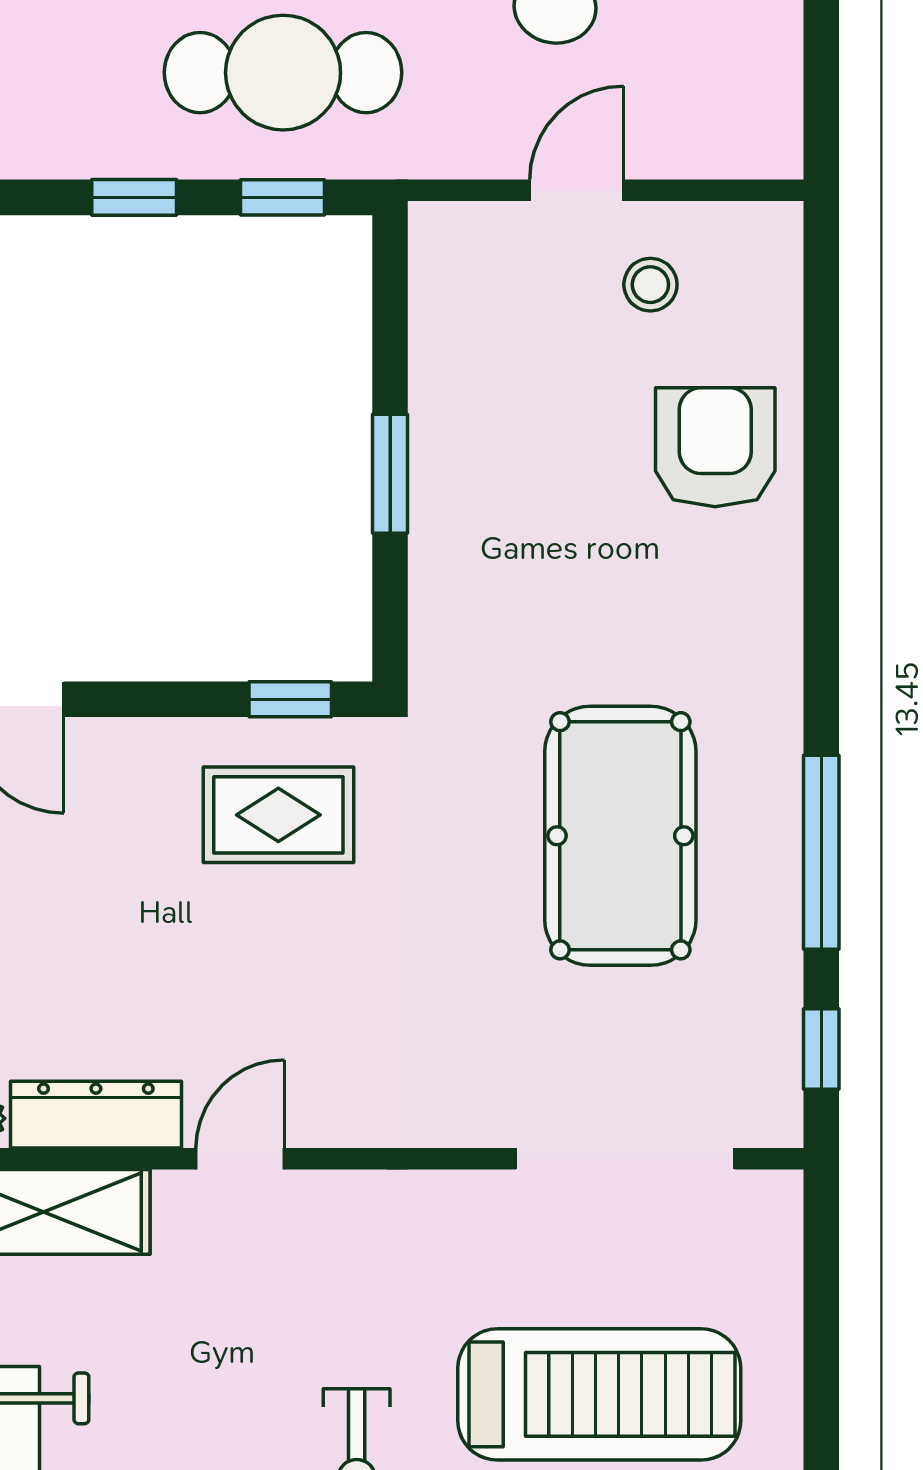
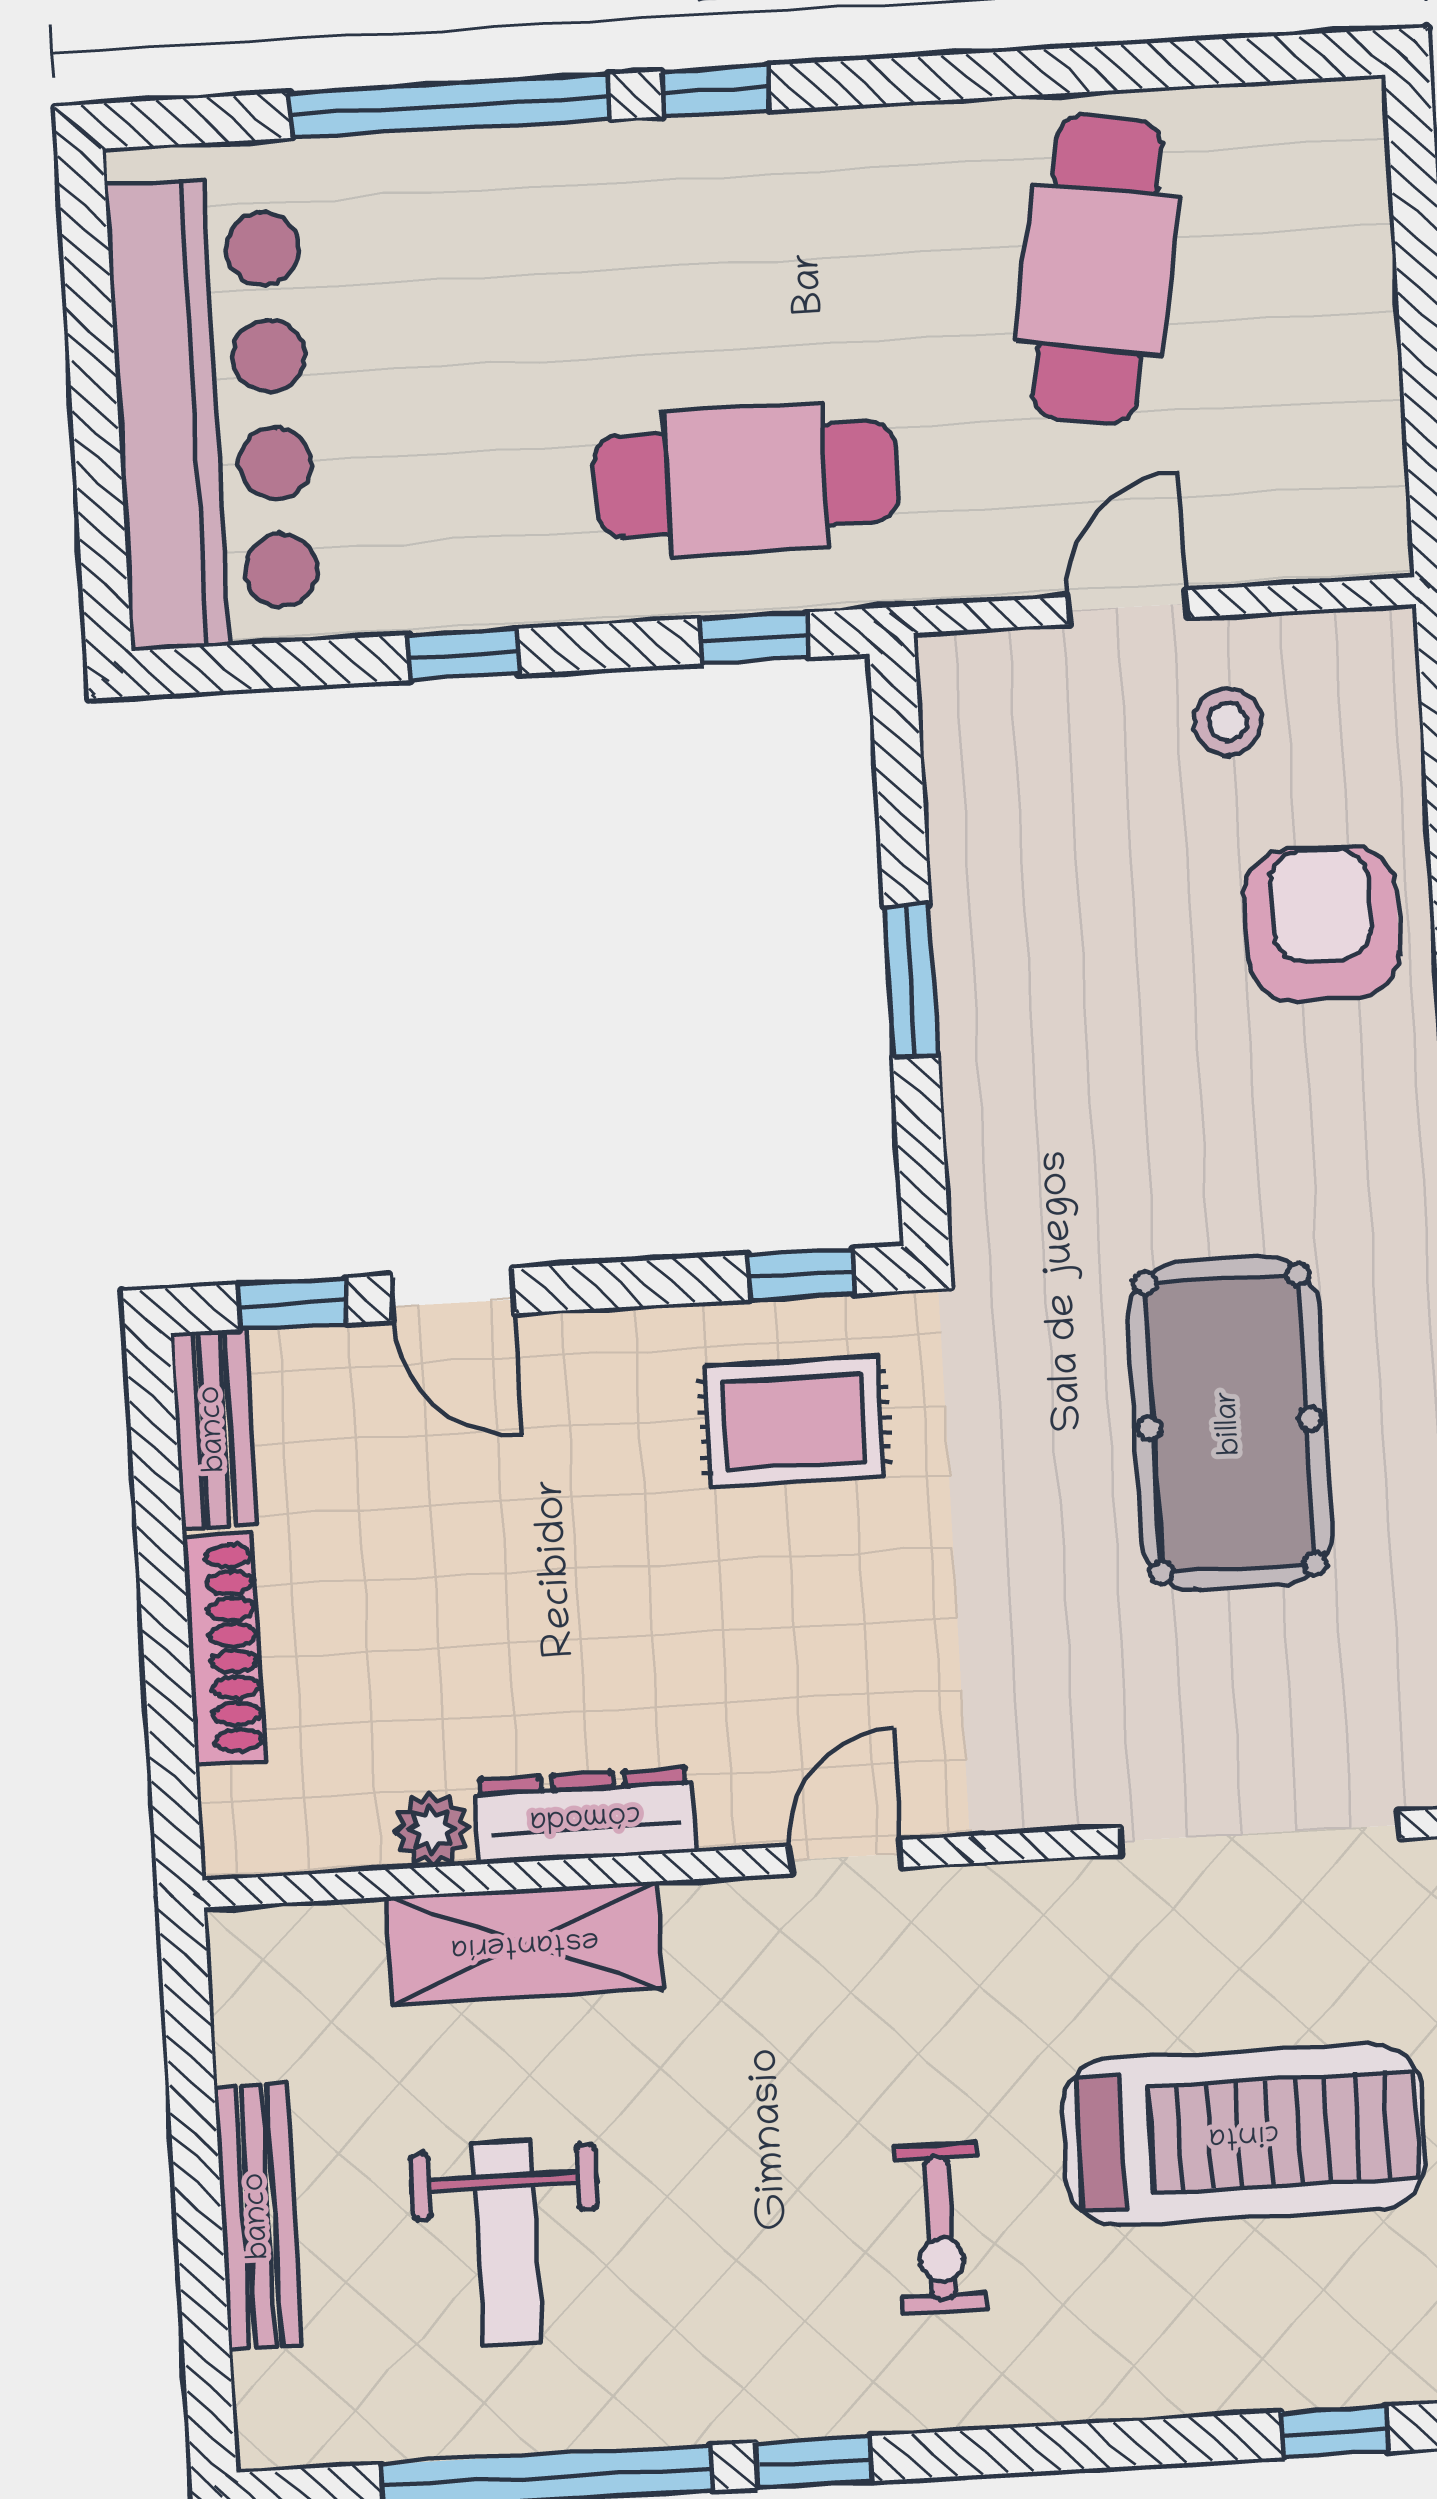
window: (134, 197) -> (463, 655), moved
door: (240, 1159) -> (845, 1857), moved

